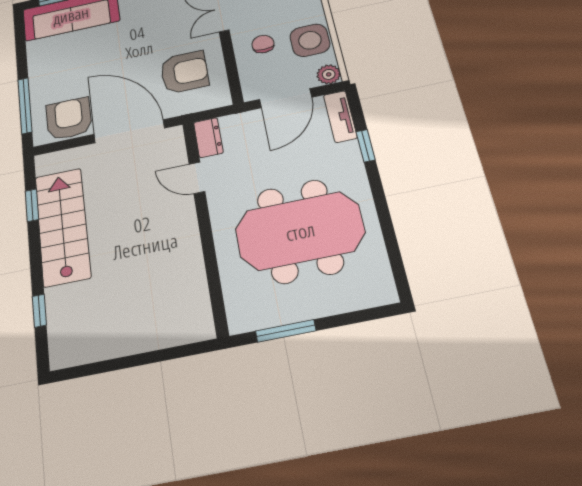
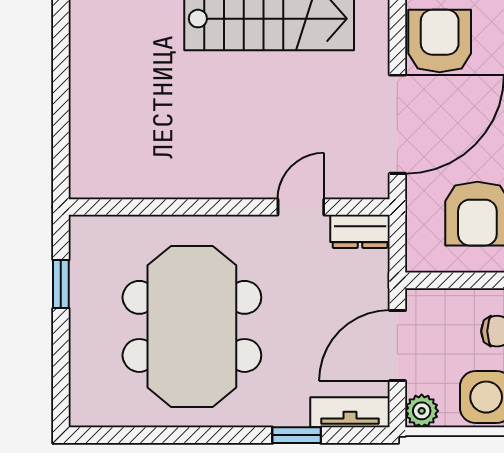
door: (286, 98) -> (397, 346), hinge flipped
armchair: (69, 119) -> (440, 41), turned -90
window: (286, 331) -> (61, 284), width x0.67

